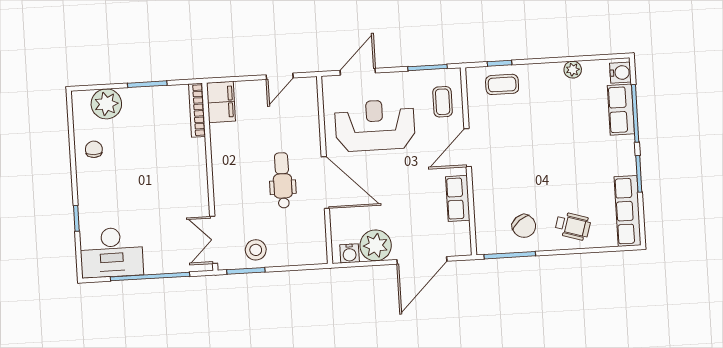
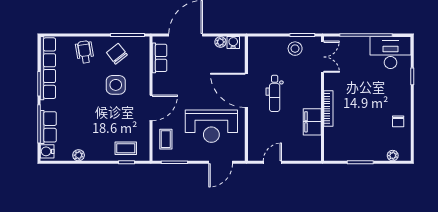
filing cabinet: (221, 102) -> (312, 122), moved
plant: (106, 104) -> (393, 156), width x0.53, depth x0.53
bookcase: (197, 110) -> (328, 109), moved
side table: (523, 179) -> (116, 85), added
row of seats: (458, 198) -> (160, 58), moved
row of seats: (628, 211) -> (48, 68), width x1.36
wheelchair: (573, 226) -> (85, 52), turned 64
plant: (376, 245) -> (220, 42), width x0.53, depth x0.53

